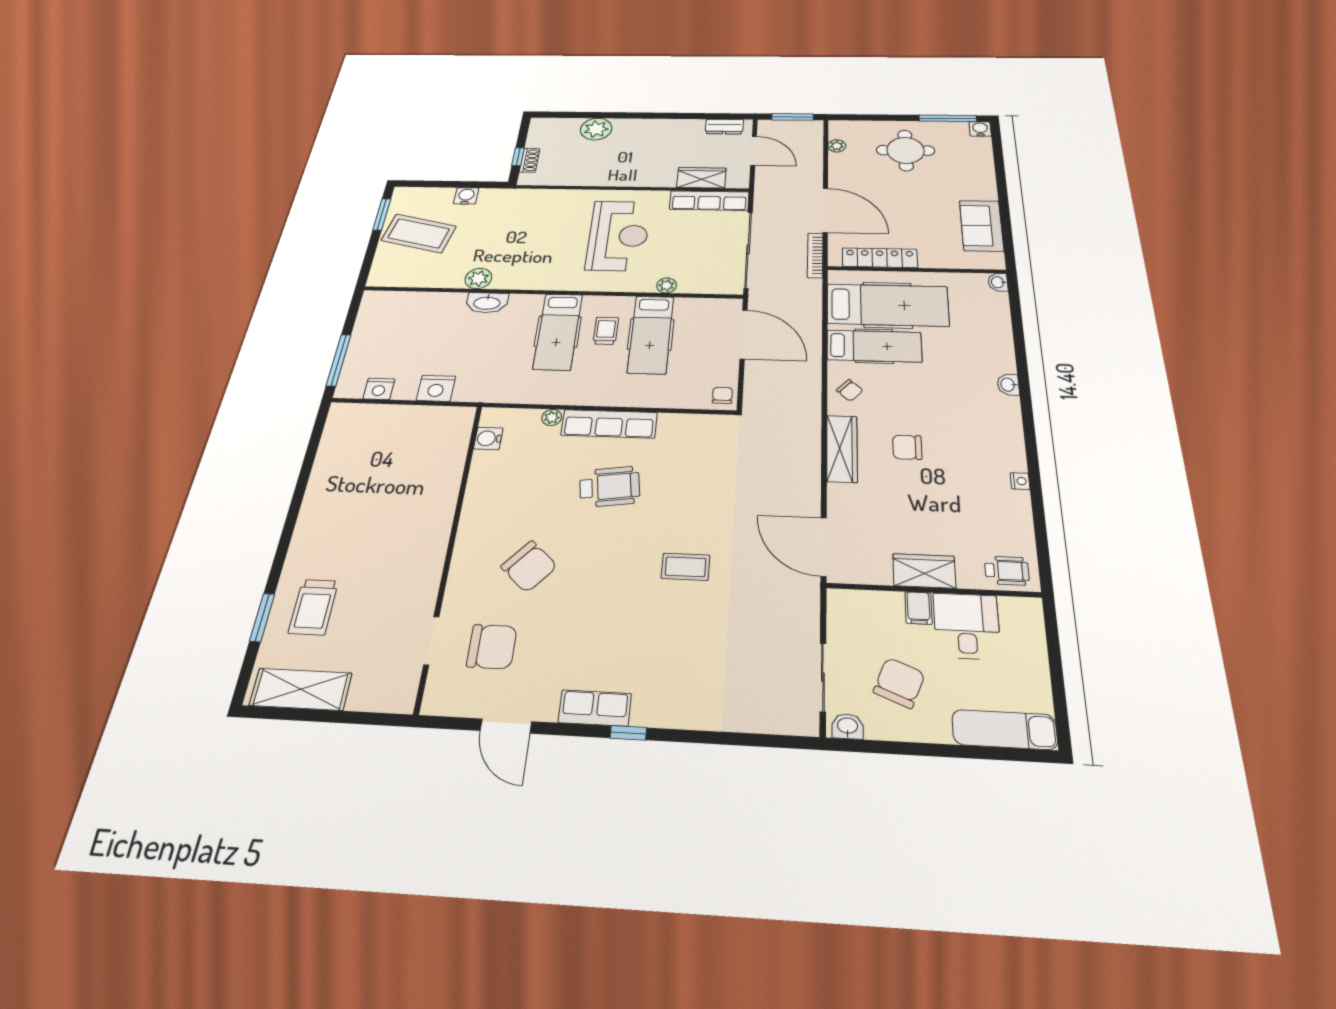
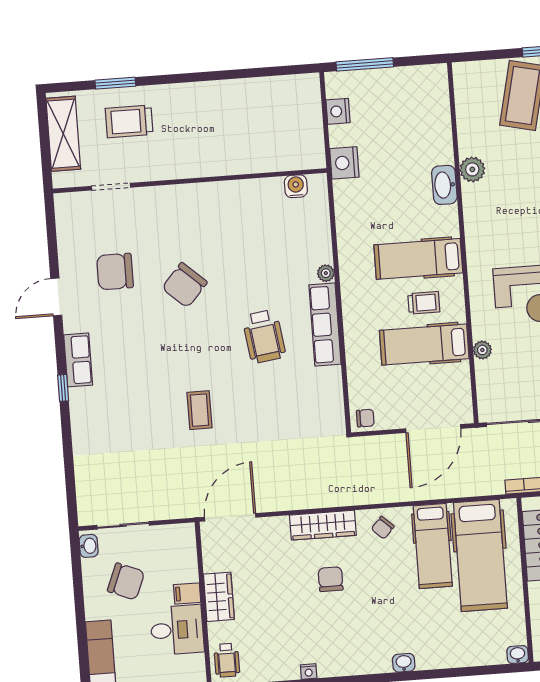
water cooler: (488, 438) -> (296, 186), moved
wall: (450, 548) -> (190, 181), moved
doorway: (431, 641) -> (111, 187), moved
chair: (492, 647) -> (115, 272), turned 90

